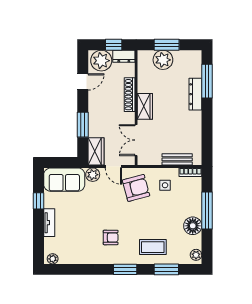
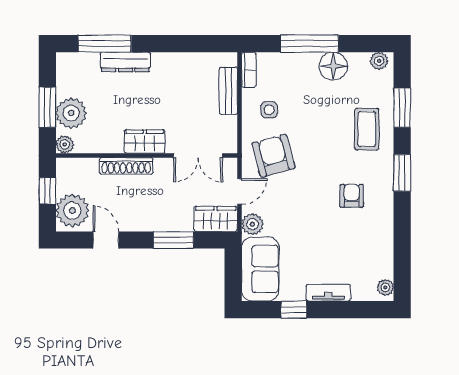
dresser: (124, 56) -> (66, 175), removed
plant: (143, 56) -> (65, 144), added

